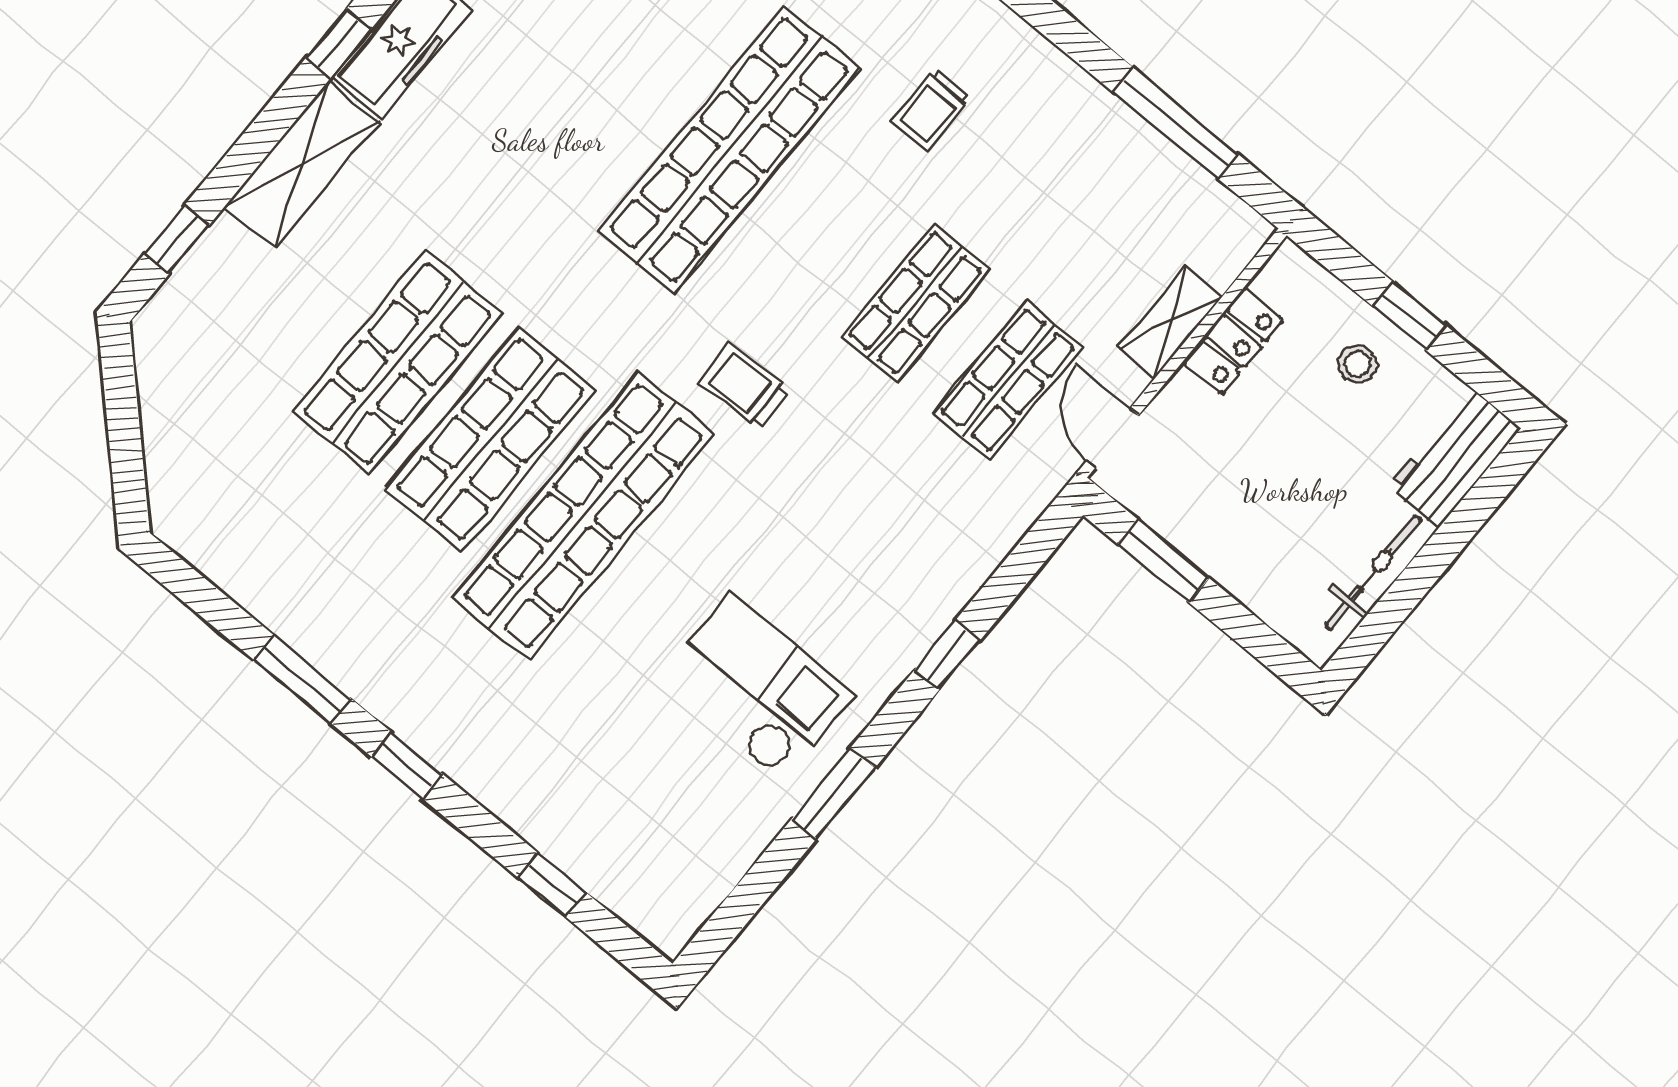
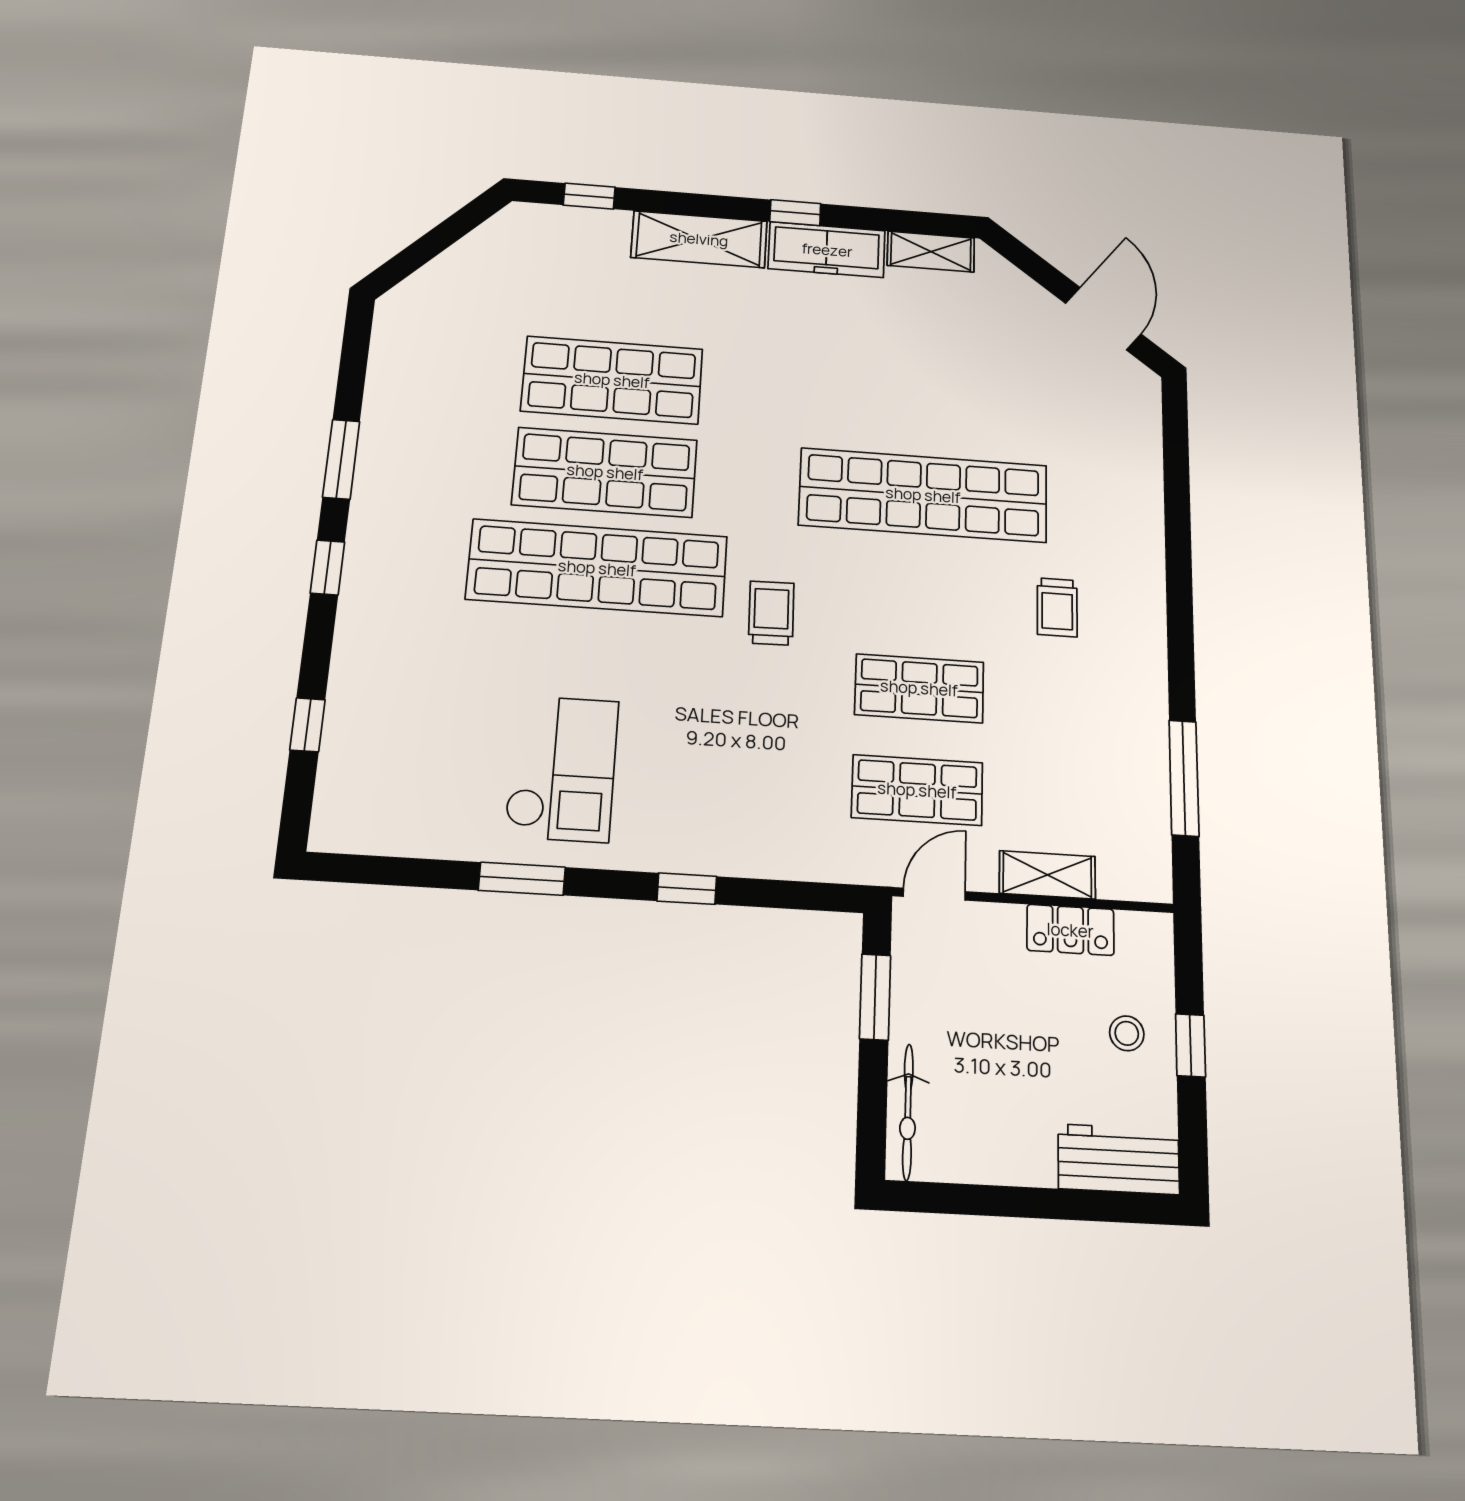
trolley: (931, 110) -> (1057, 607), turned -90
bicycle: (1373, 572) -> (908, 1112), moved, turned 90

